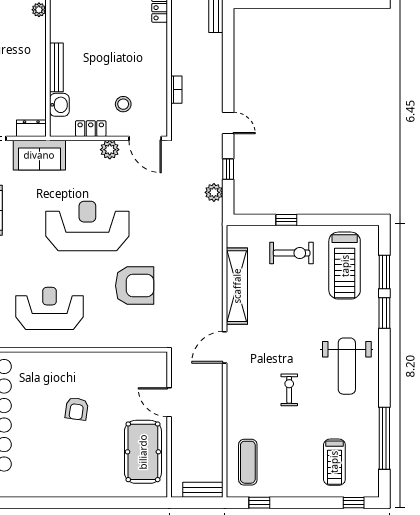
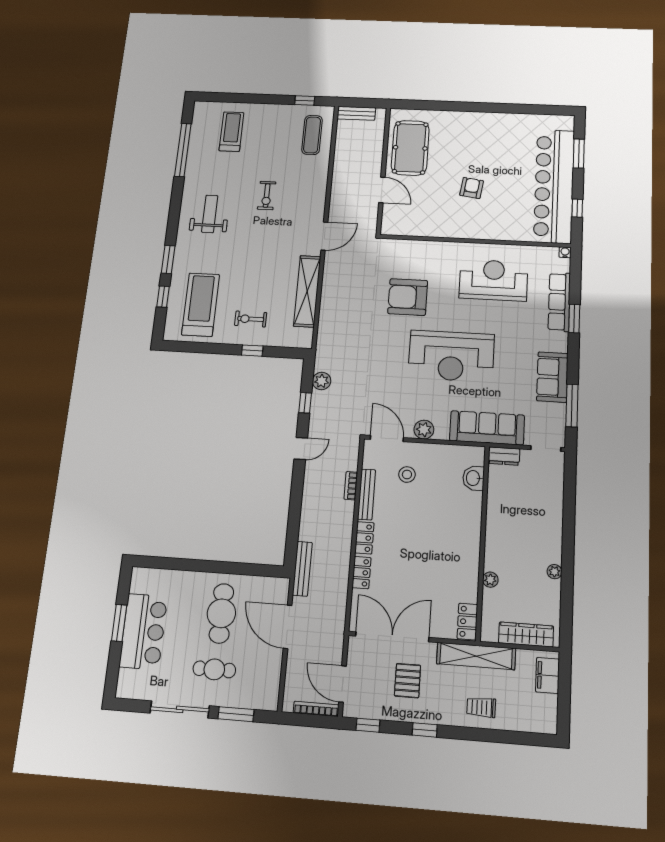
bench: (56, 67) -> (367, 494), moved
door: (228, 123) -> (301, 448), swing flipped
locker: (91, 129) -> (364, 538), moved, turned -90
sofa: (39, 155) -> (487, 428), width x1.36
exercise bike: (292, 253) -> (251, 319), width x0.73, depth x0.72
window: (384, 272) -> (163, 297), width x0.67
reception desk: (50, 308) -> (493, 280), turned 180
weight bench: (347, 366) -> (210, 214), width x0.73, depth x0.75
window: (354, 503) -> (218, 97), removed

